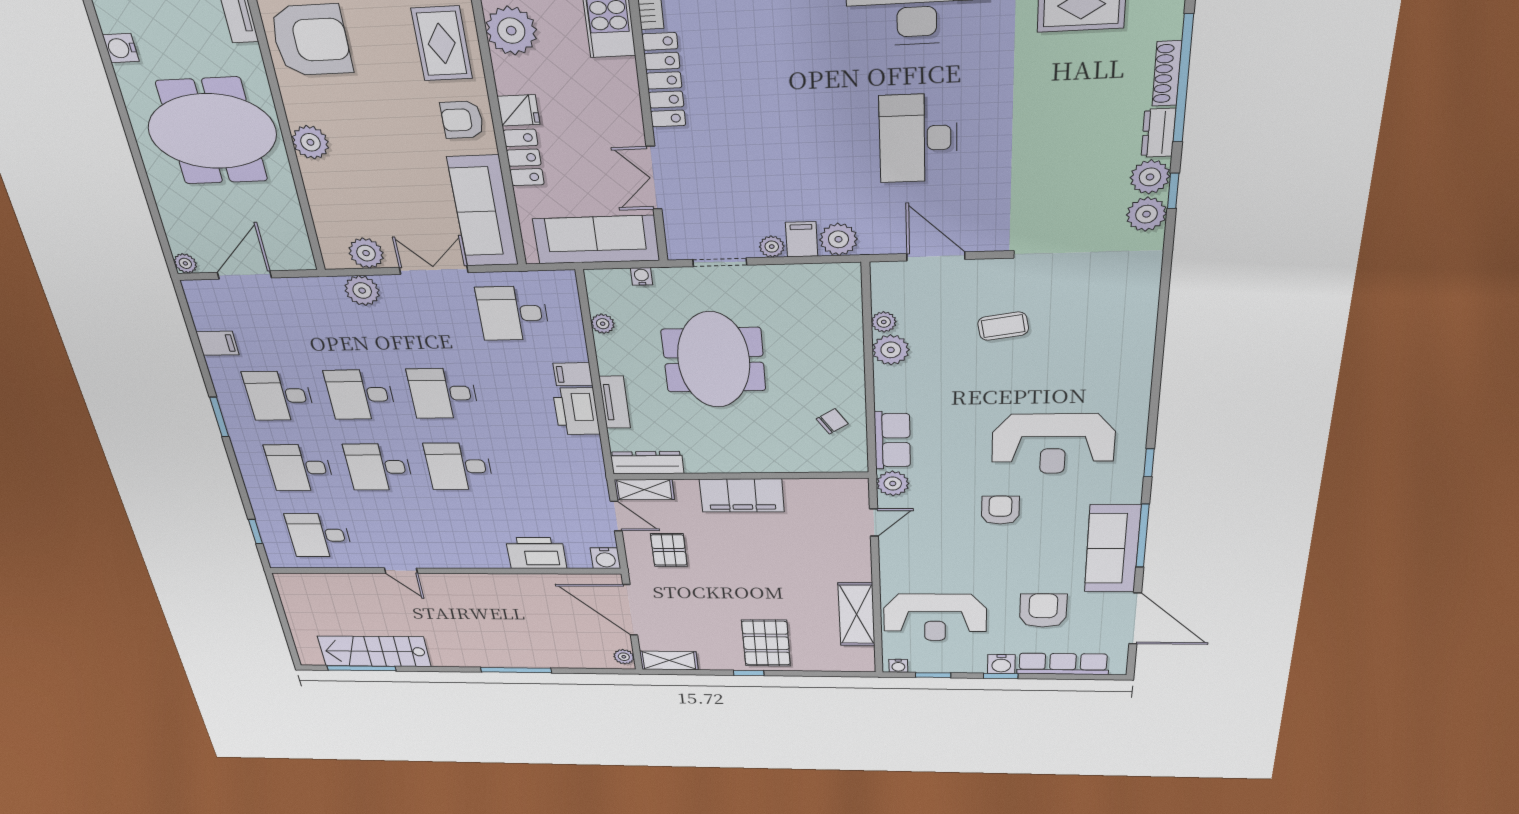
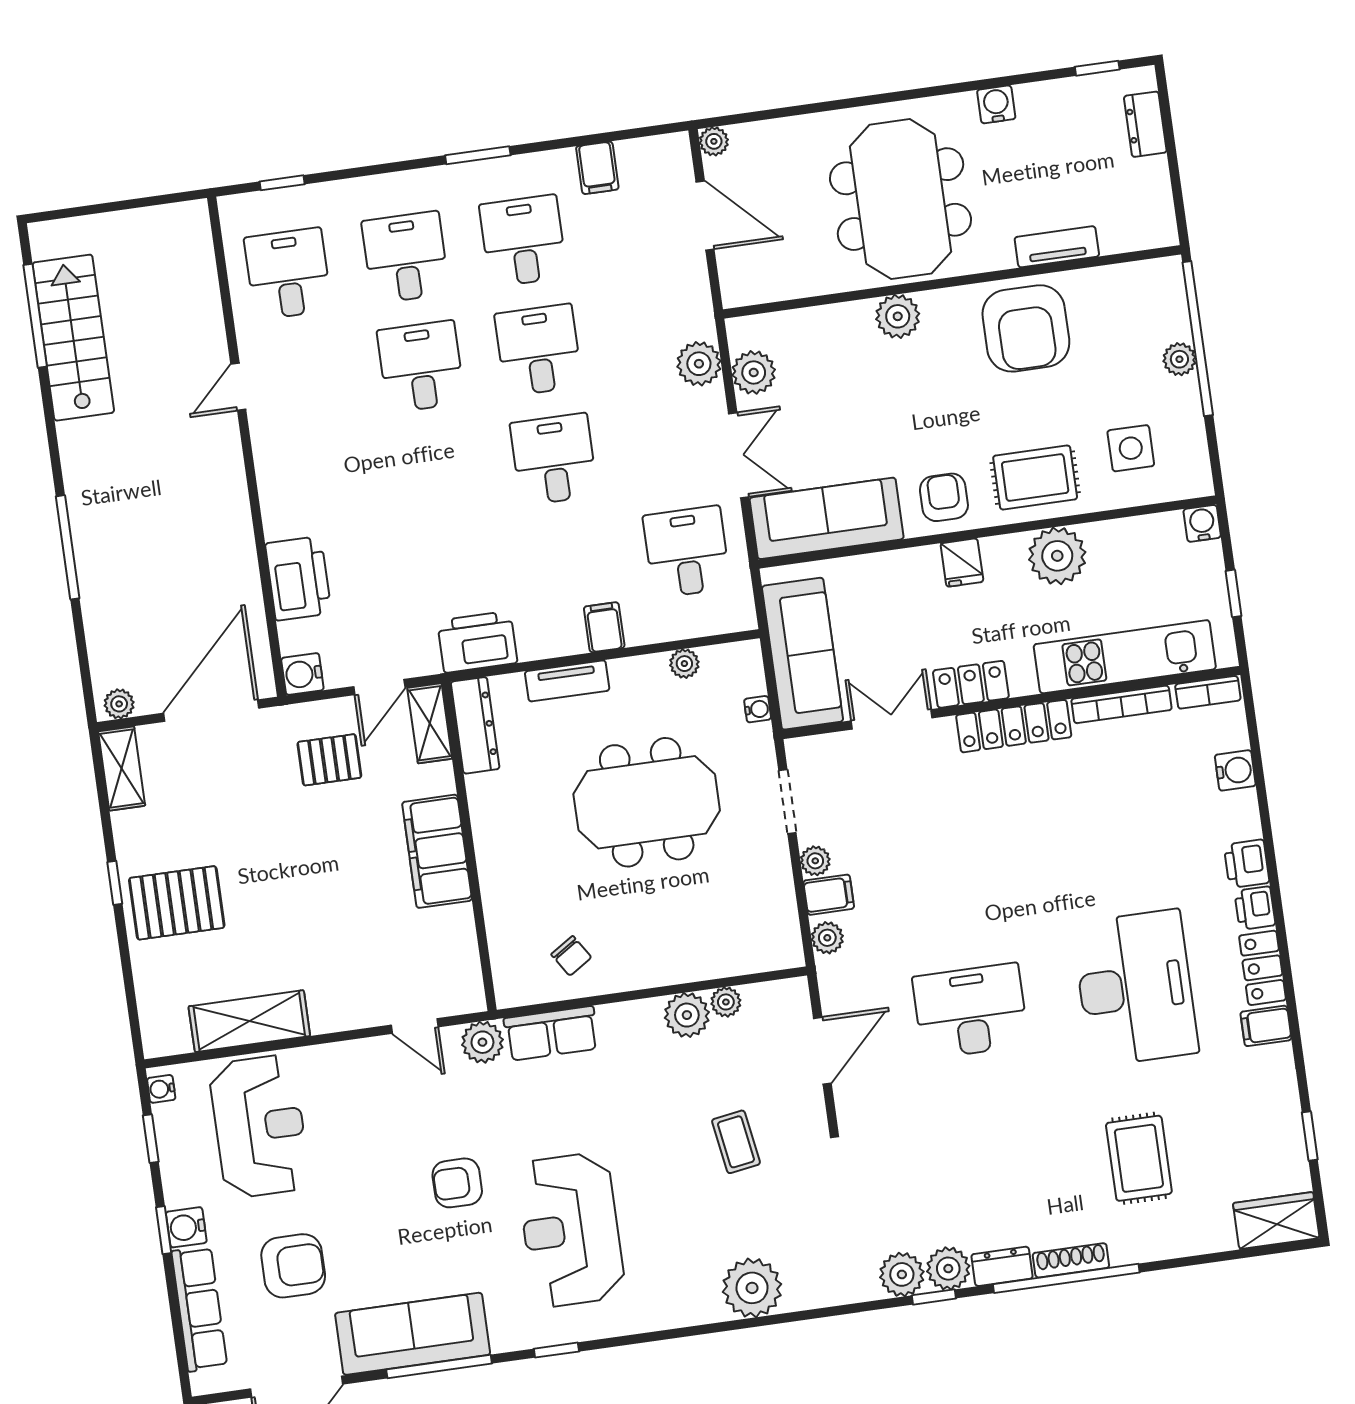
locker: (524, 158) -> (971, 684), moved, turned 180
plant: (838, 239) -> (827, 938), width x0.73, depth x0.73
plant: (1131, 327) -> (752, 1288), added
printer: (576, 411) -> (477, 642), moved
desk: (459, 466) -> (436, 476), removed
armchair: (1000, 510) -> (457, 1183), turned 180
reception desk: (935, 617) -> (259, 1126), turned 180

